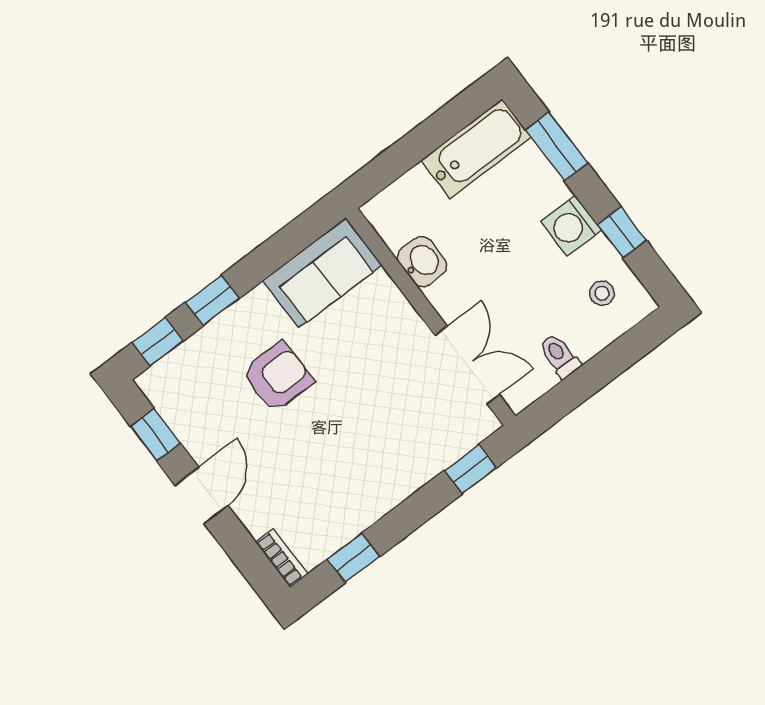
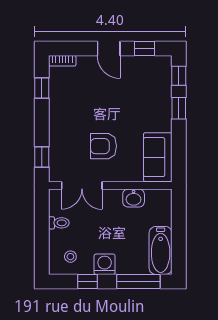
window: (557, 147) -> (138, 281), width x1.44
armchair: (278, 377) -> (104, 146), moved, turned 90

